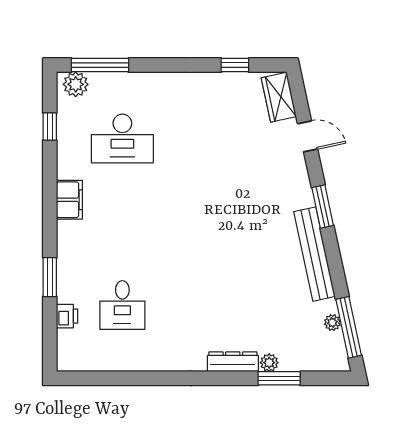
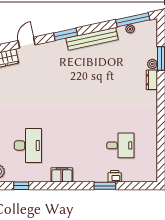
printer: (67, 316) -> (115, 176), moved
dresser: (233, 362) -> (152, 80), width x0.70

